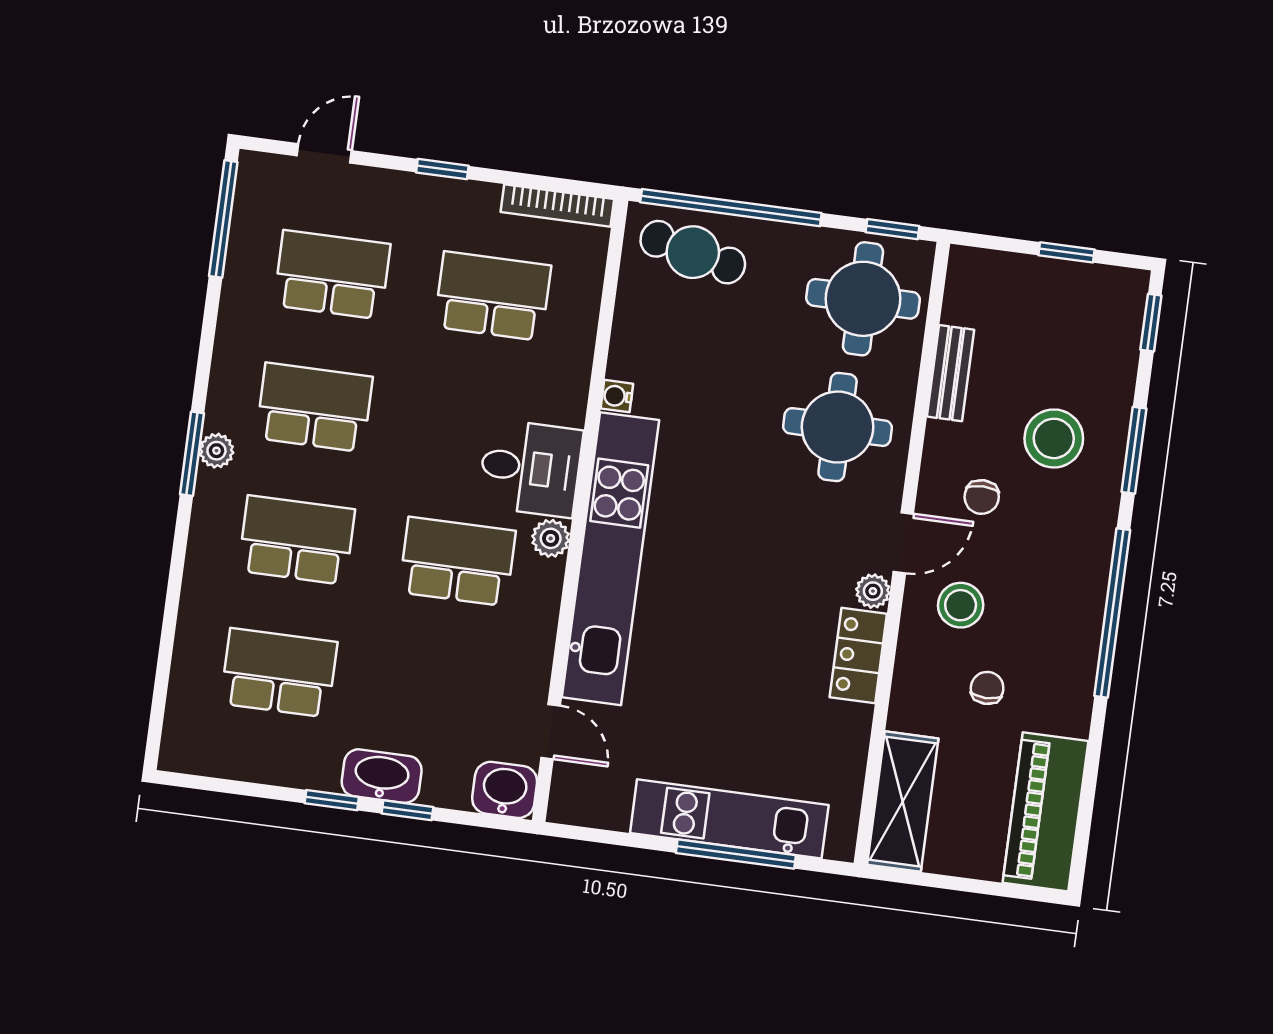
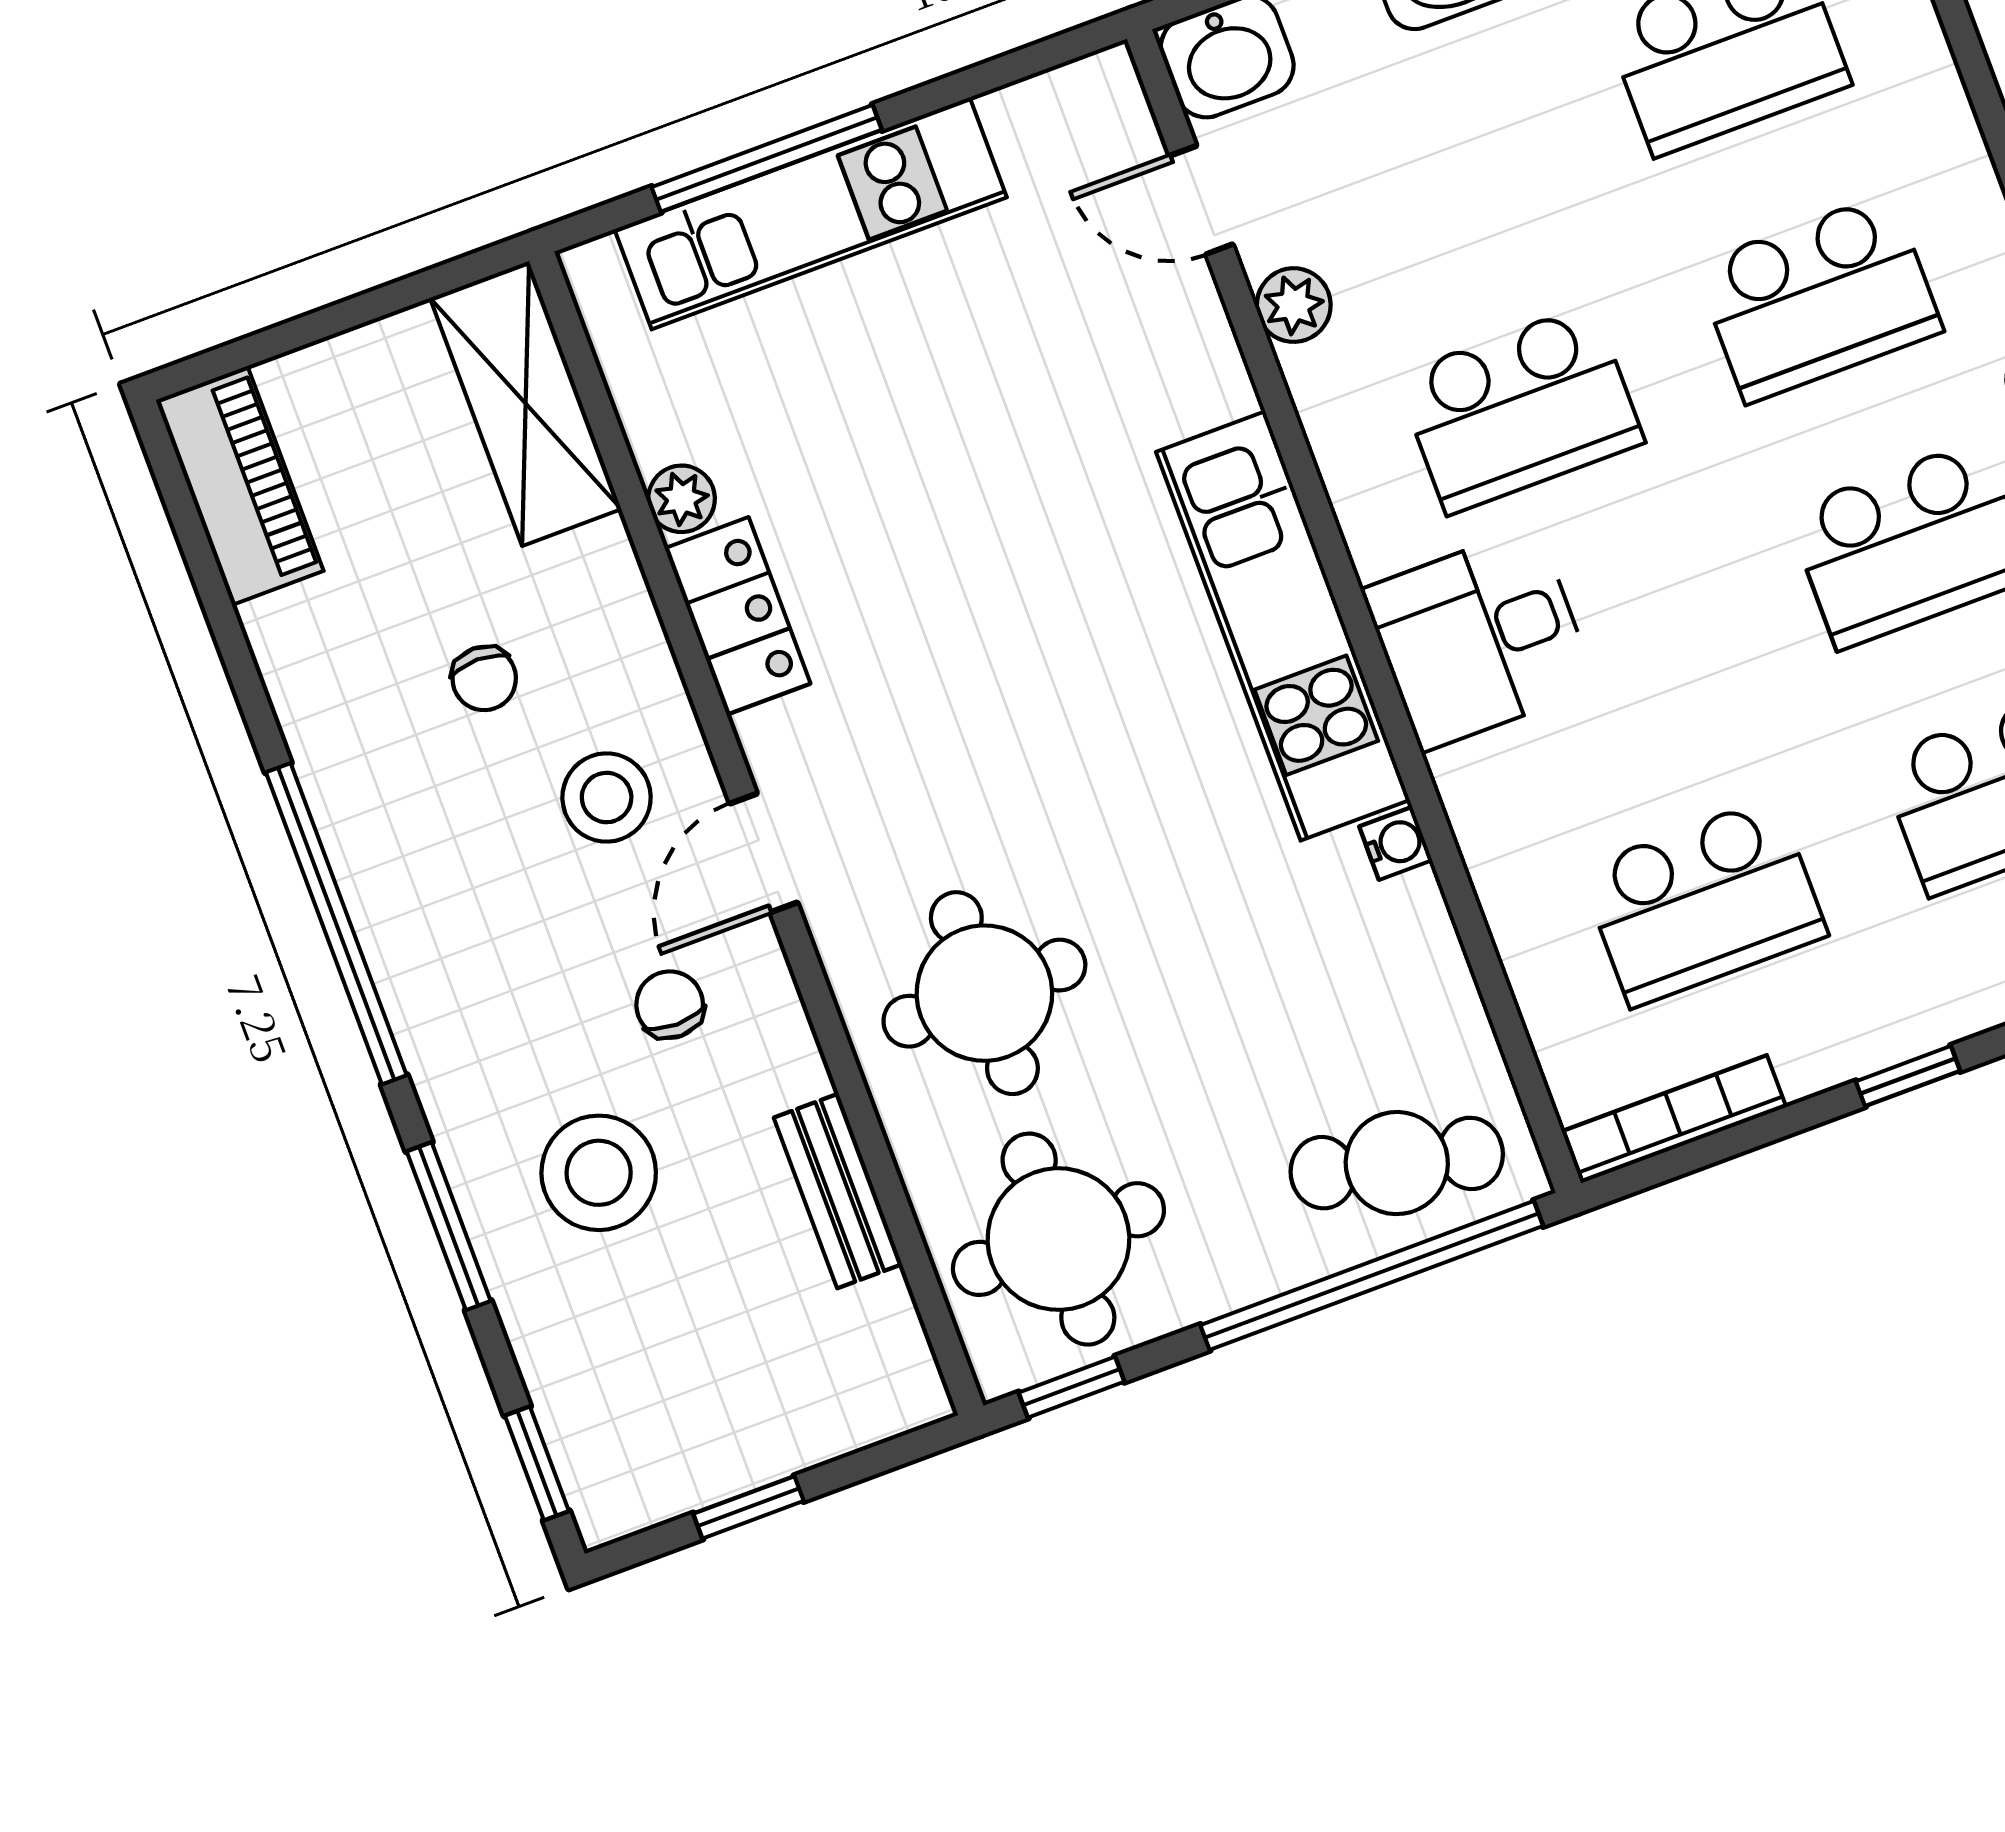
plant: (551, 538) -> (1294, 305), moved
kitchen unit: (611, 559) -> (1283, 626), width x0.73
plant: (873, 591) -> (682, 499), moved
piano: (1045, 812) -> (240, 485), width x0.73, depth x0.75

